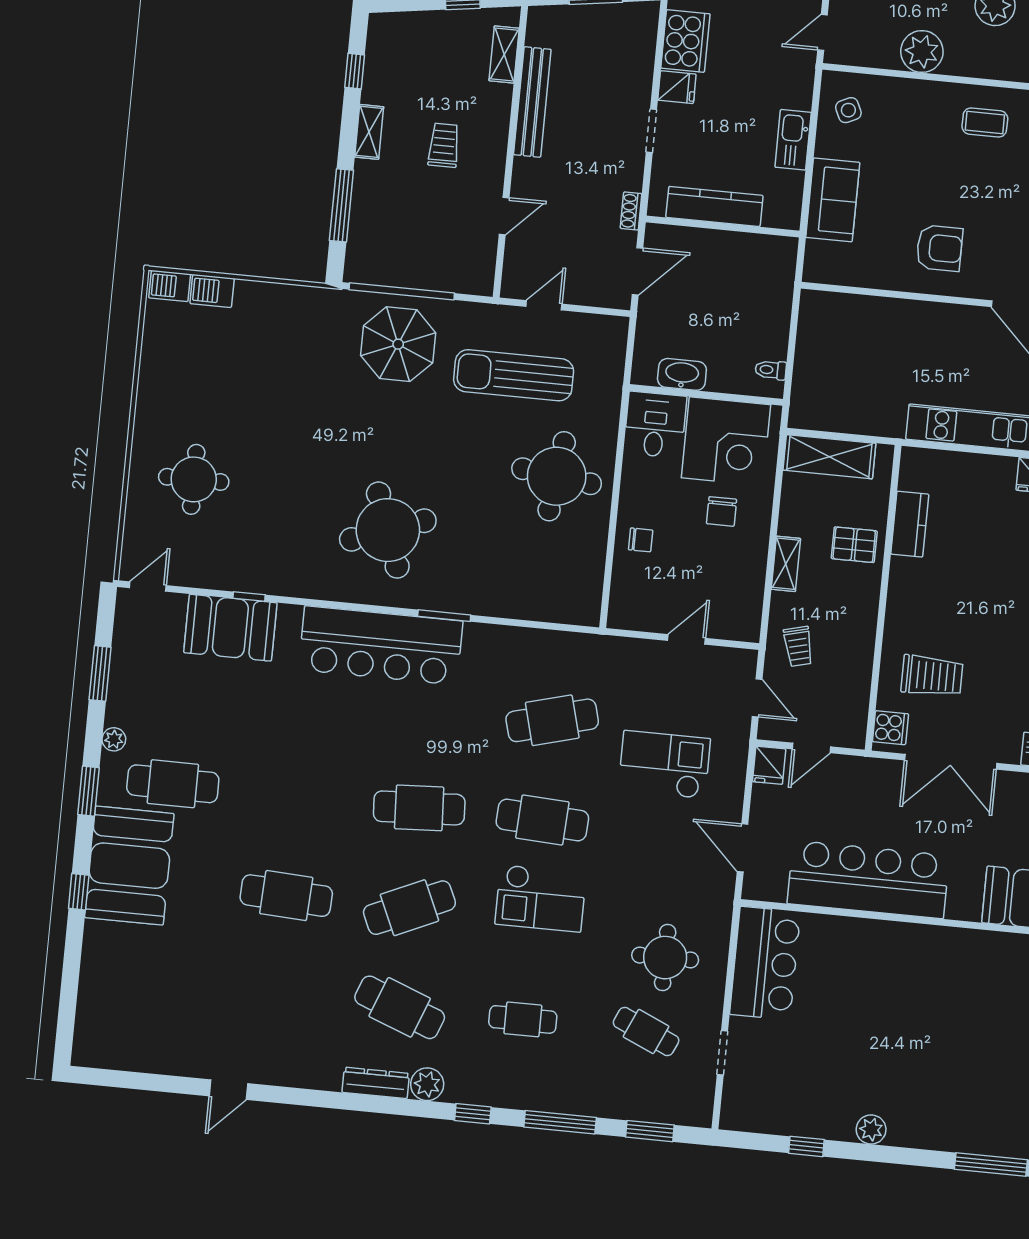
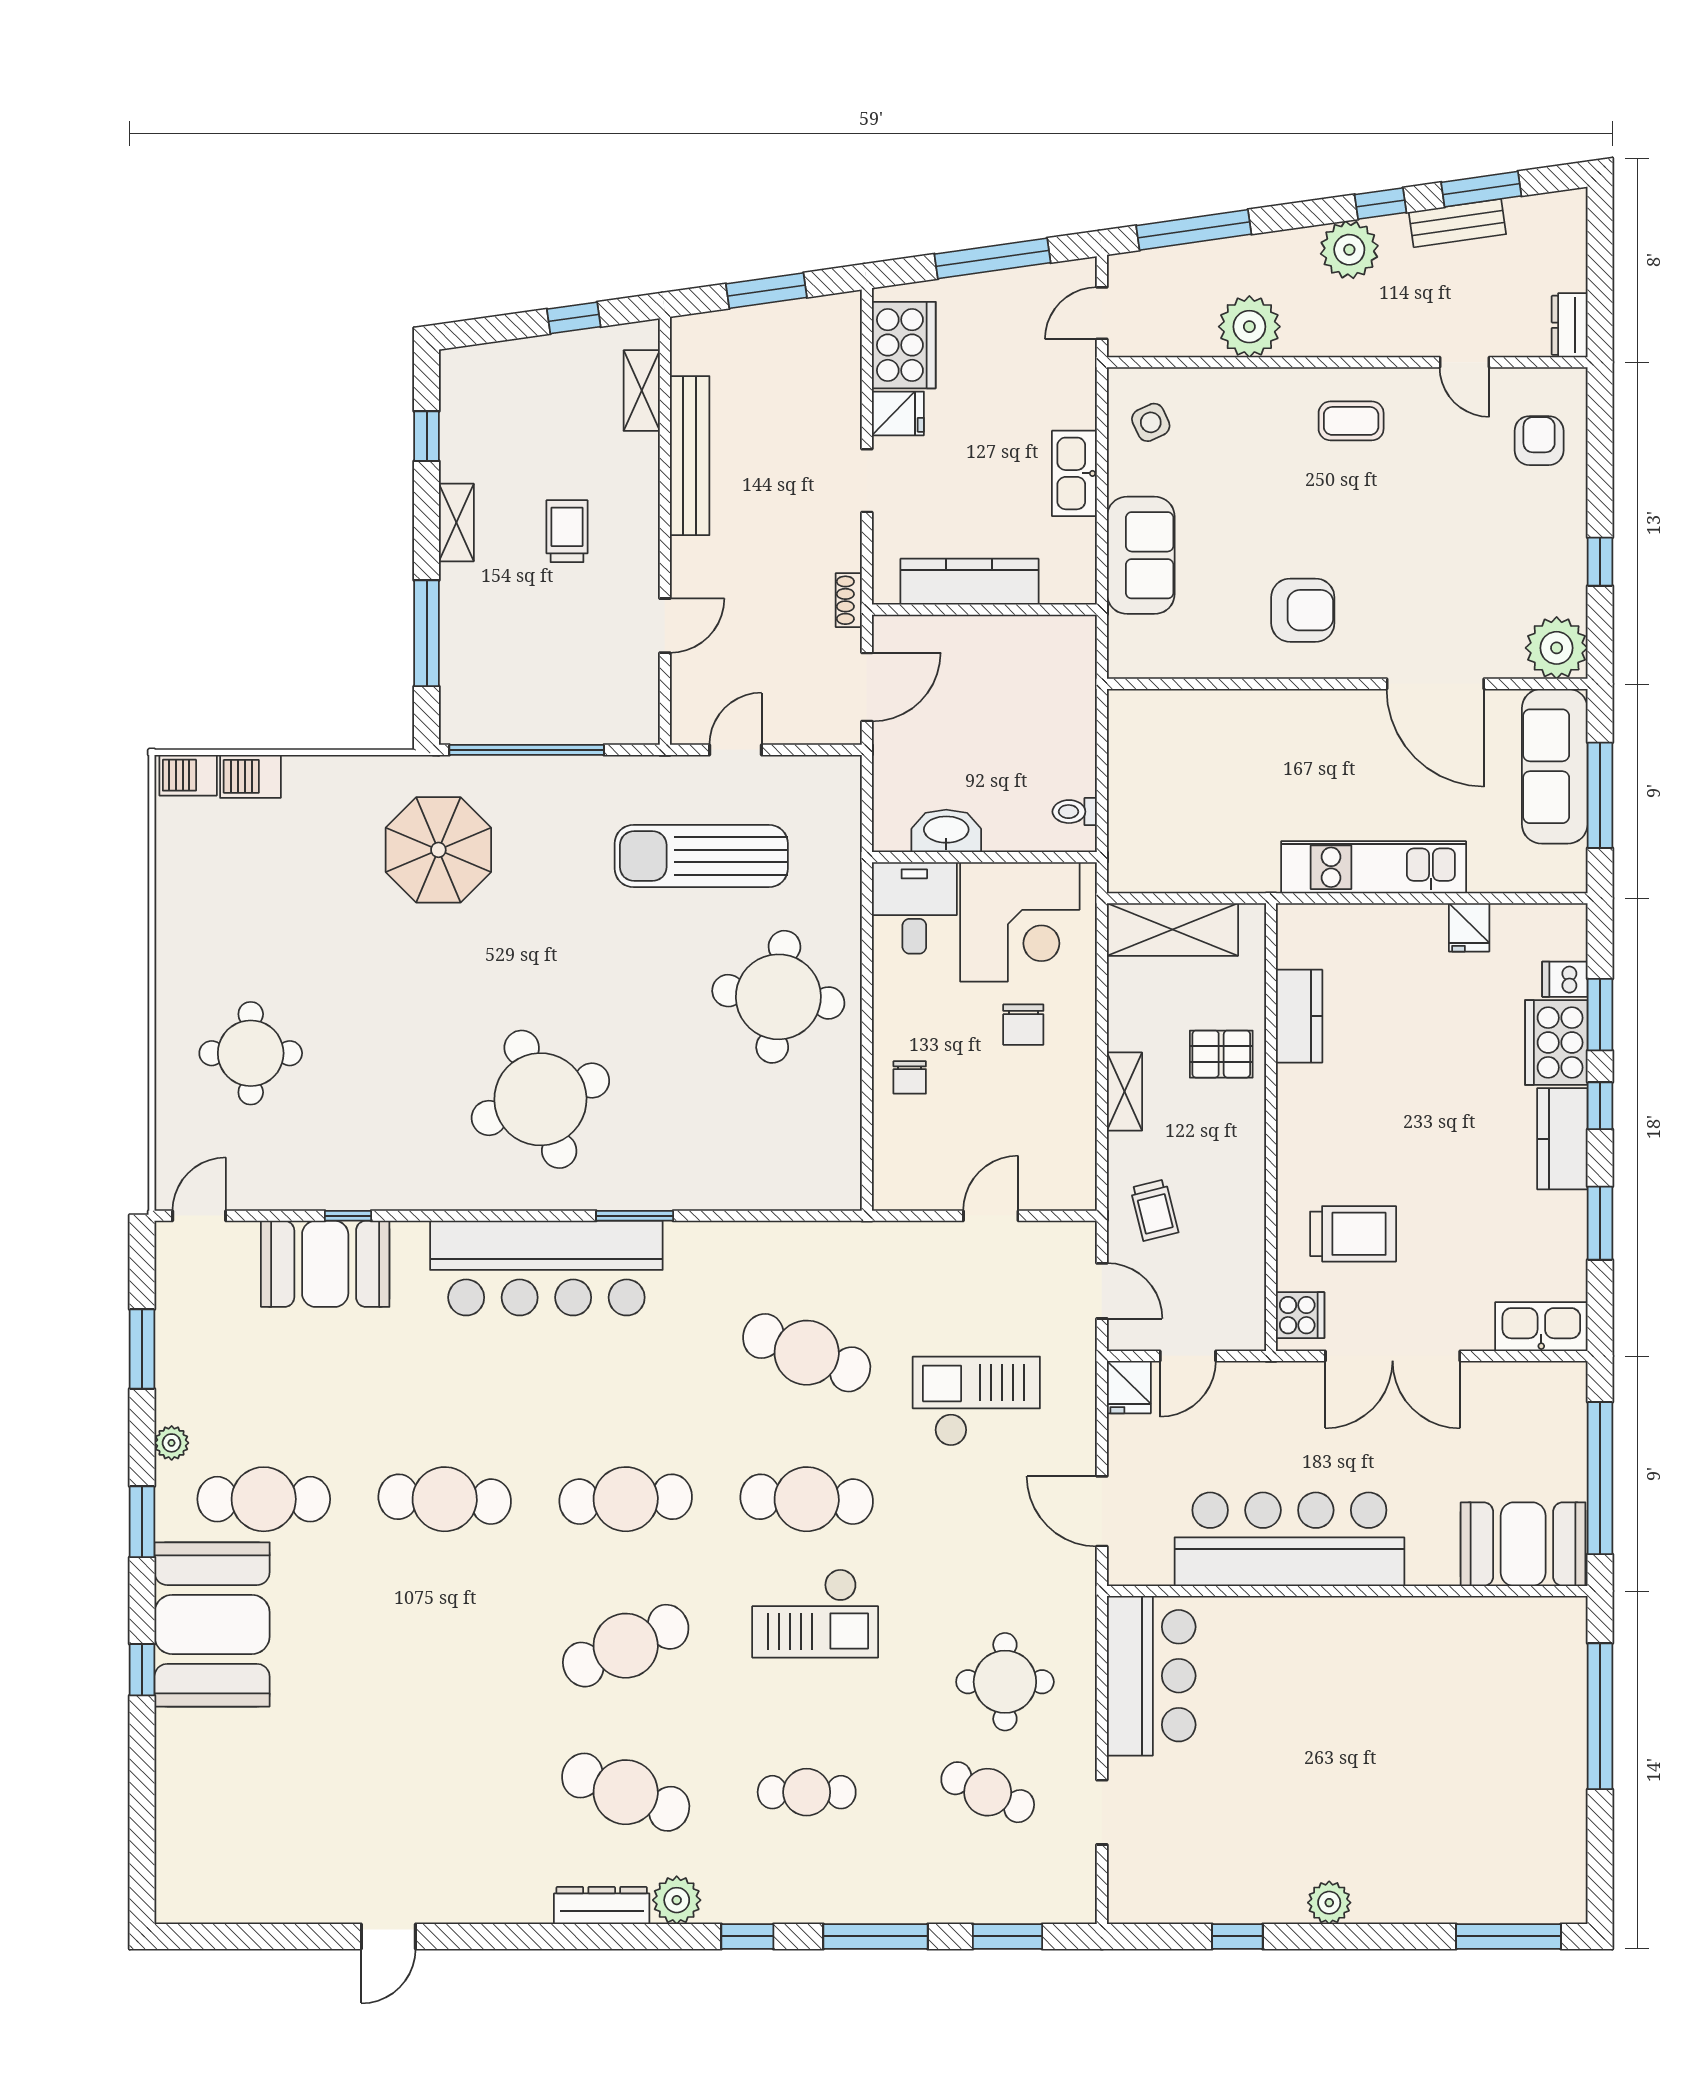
parasol: (398, 344) -> (438, 850), moved
chair: (641, 540) -> (910, 1077), turned 90
cafe table: (552, 720) -> (807, 1353), turned 36
cafe table: (286, 896) -> (445, 1499), moved

